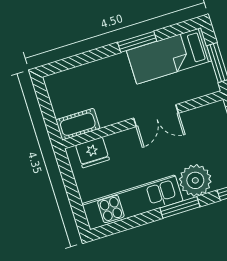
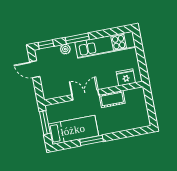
cot: (78, 124) -> (112, 99), moved
plant: (195, 180) -> (65, 49), width x0.53, depth x0.53

